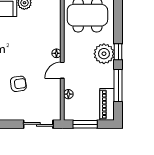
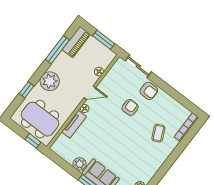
tv unit: (55, 33) -> (74, 124), added
window: (118, 52) -> (26, 90), moved
armchair: (18, 84) -> (130, 107), turned 99
armchair: (13, 110) -> (149, 91), added

